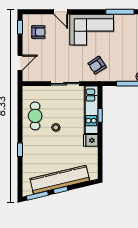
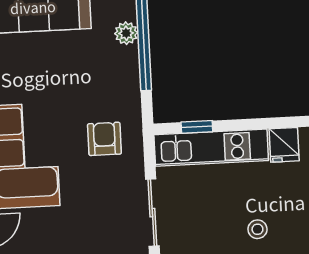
armchair: (97, 65) -> (104, 139), turned -147
window: (100, 115) -> (197, 127), moved

